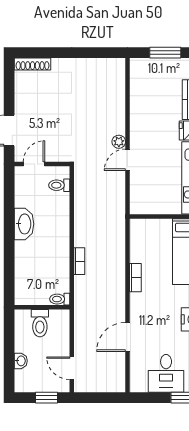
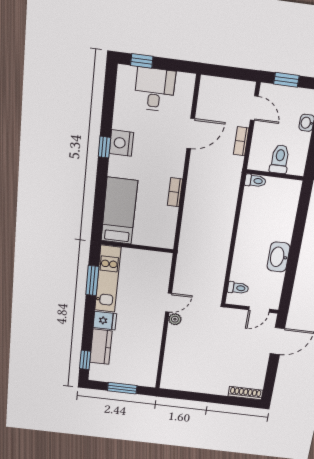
bookcase: (79, 261) -> (241, 141), moved

